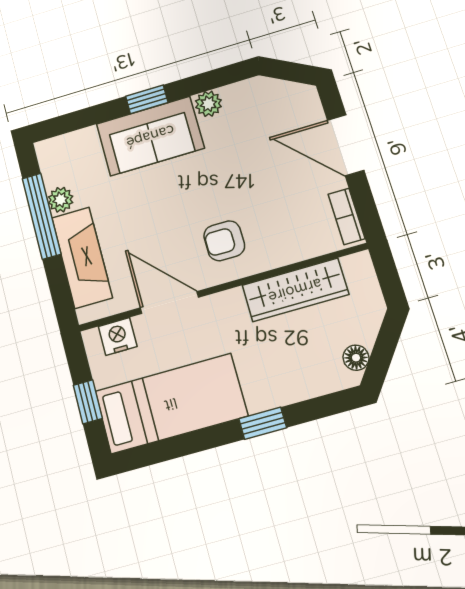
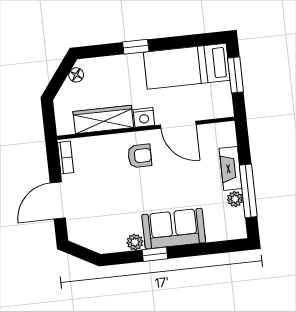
window: (147, 99) -> (155, 254), moved
door: (346, 145) -> (58, 200), swing flipped
fireplace: (82, 258) -> (231, 168), width x0.73, depth x0.76
nightstand: (118, 336) -> (144, 117), moved
window: (88, 402) -> (236, 75), width x1.50

